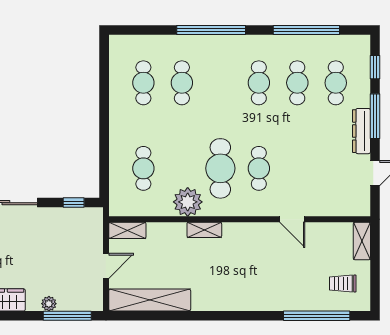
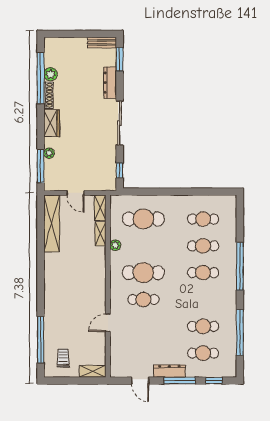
cafe table: (259, 83) -> (203, 273), moved
cafe table: (143, 168) -> (143, 219), width x1.37, depth x1.35
plant: (188, 202) -> (115, 245), width x0.53, depth x0.53
shelving: (204, 230) -> (101, 234), moved

